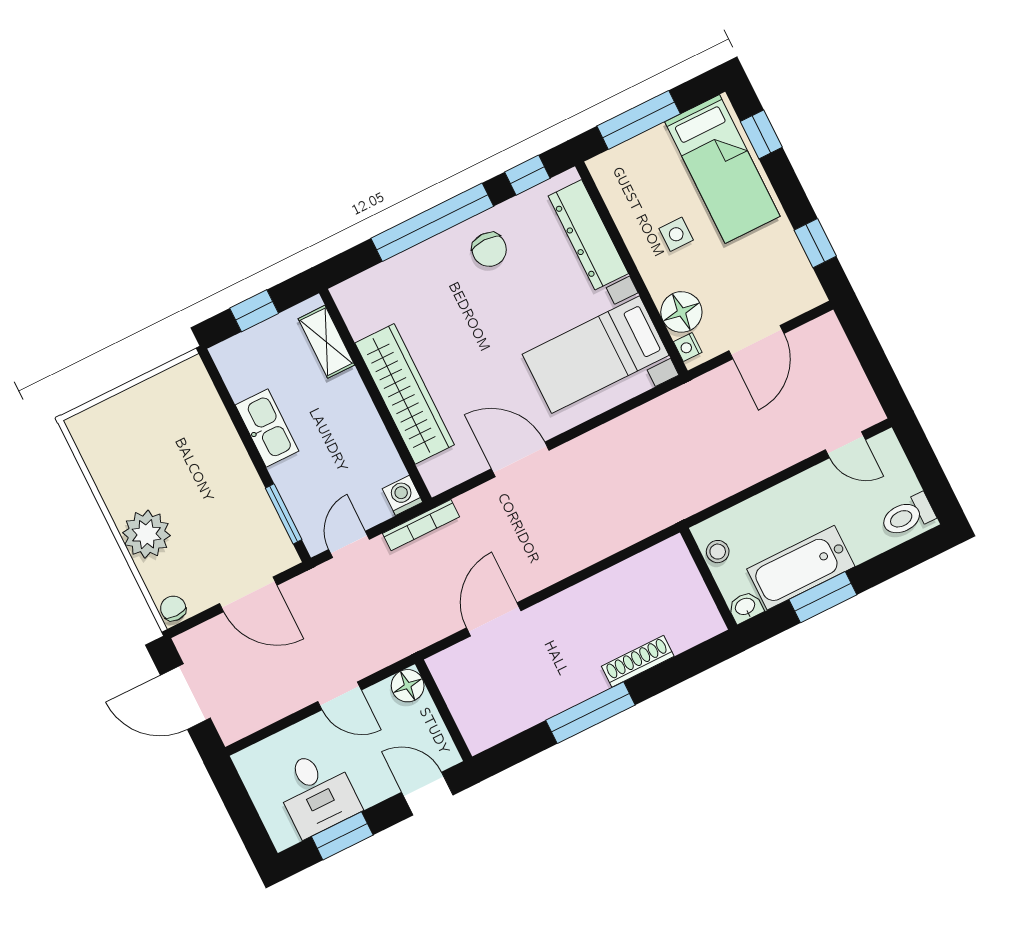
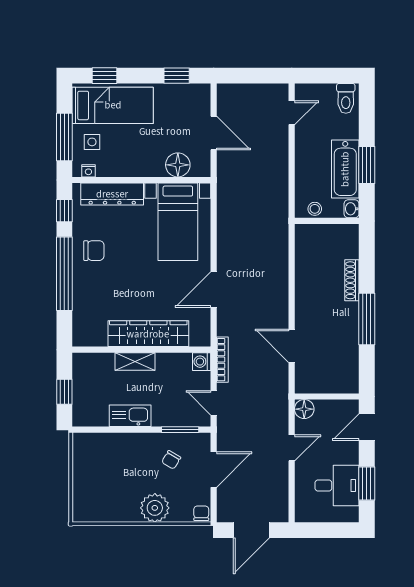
side table: (676, 234) -> (92, 142), moved
shelving: (326, 342) -> (135, 362), moved
nightstand: (688, 347) -> (88, 171), moved
chair: (231, 523) -> (171, 460), added
chair: (173, 608) -> (201, 513), turned 90

